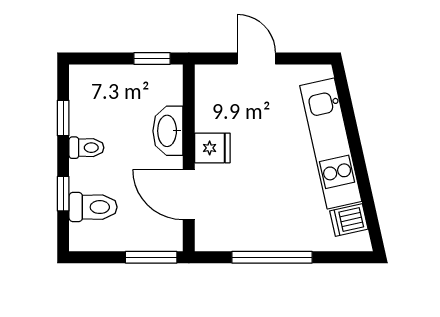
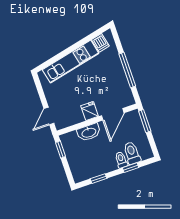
door: (256, 58) -> (49, 116), moved
toilet: (86, 148) -> (121, 160), moved

